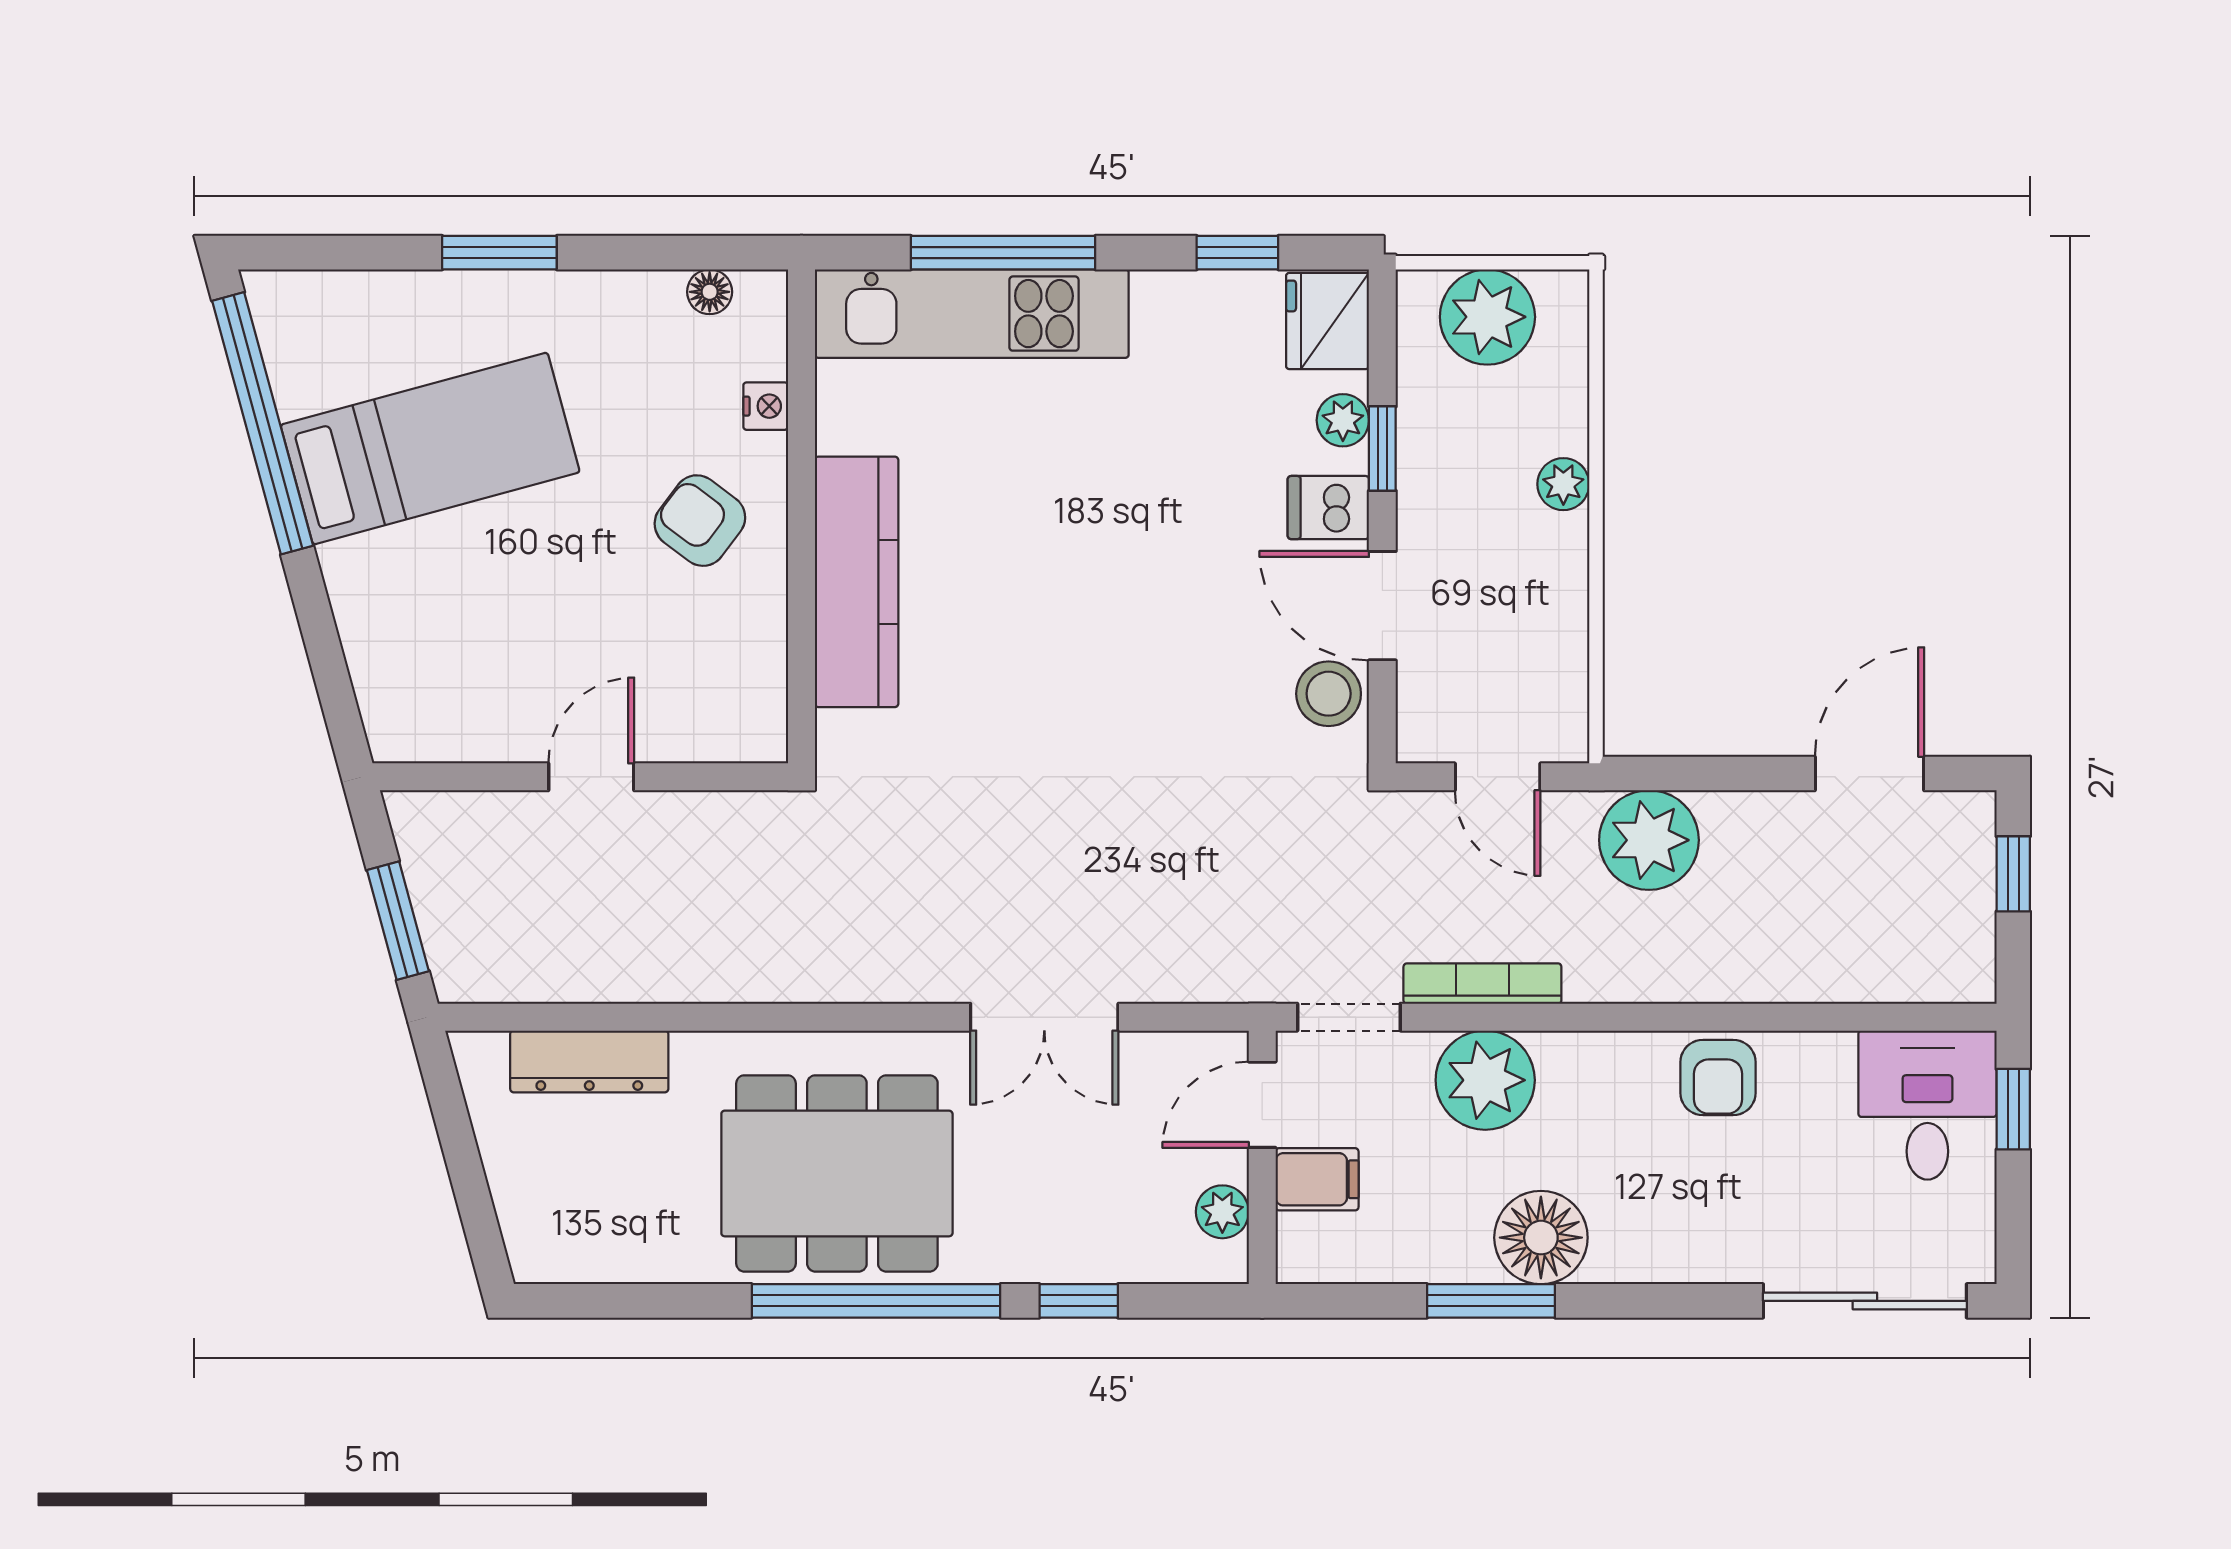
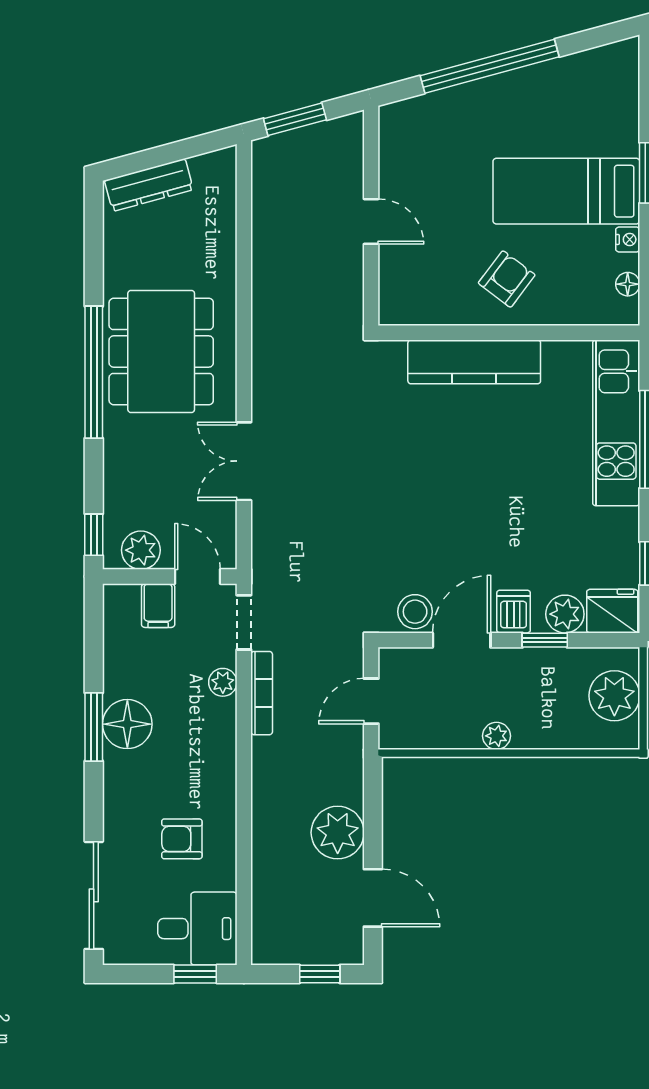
nightstand: (766, 406) -> (628, 239), moved, turned -90
plant: (1343, 420) -> (565, 614), width x1.38, depth x1.38
window: (263, 423) -> (490, 66), moved
bed: (430, 448) -> (566, 191), moved, turned 105
plant: (1563, 484) -> (496, 736), moved
plant: (1649, 840) -> (338, 833), moved
dresser: (589, 1061) -> (149, 185), moved, turned -105
armchair: (1718, 1078) -> (182, 839), moved
plant: (1485, 1080) -> (223, 682), width x0.53, depth x0.53
plant: (1222, 1212) -> (141, 550), width x1.38, depth x1.38
window: (1079, 1301) -> (94, 535), moved
window: (1491, 1301) -> (94, 727), moved

